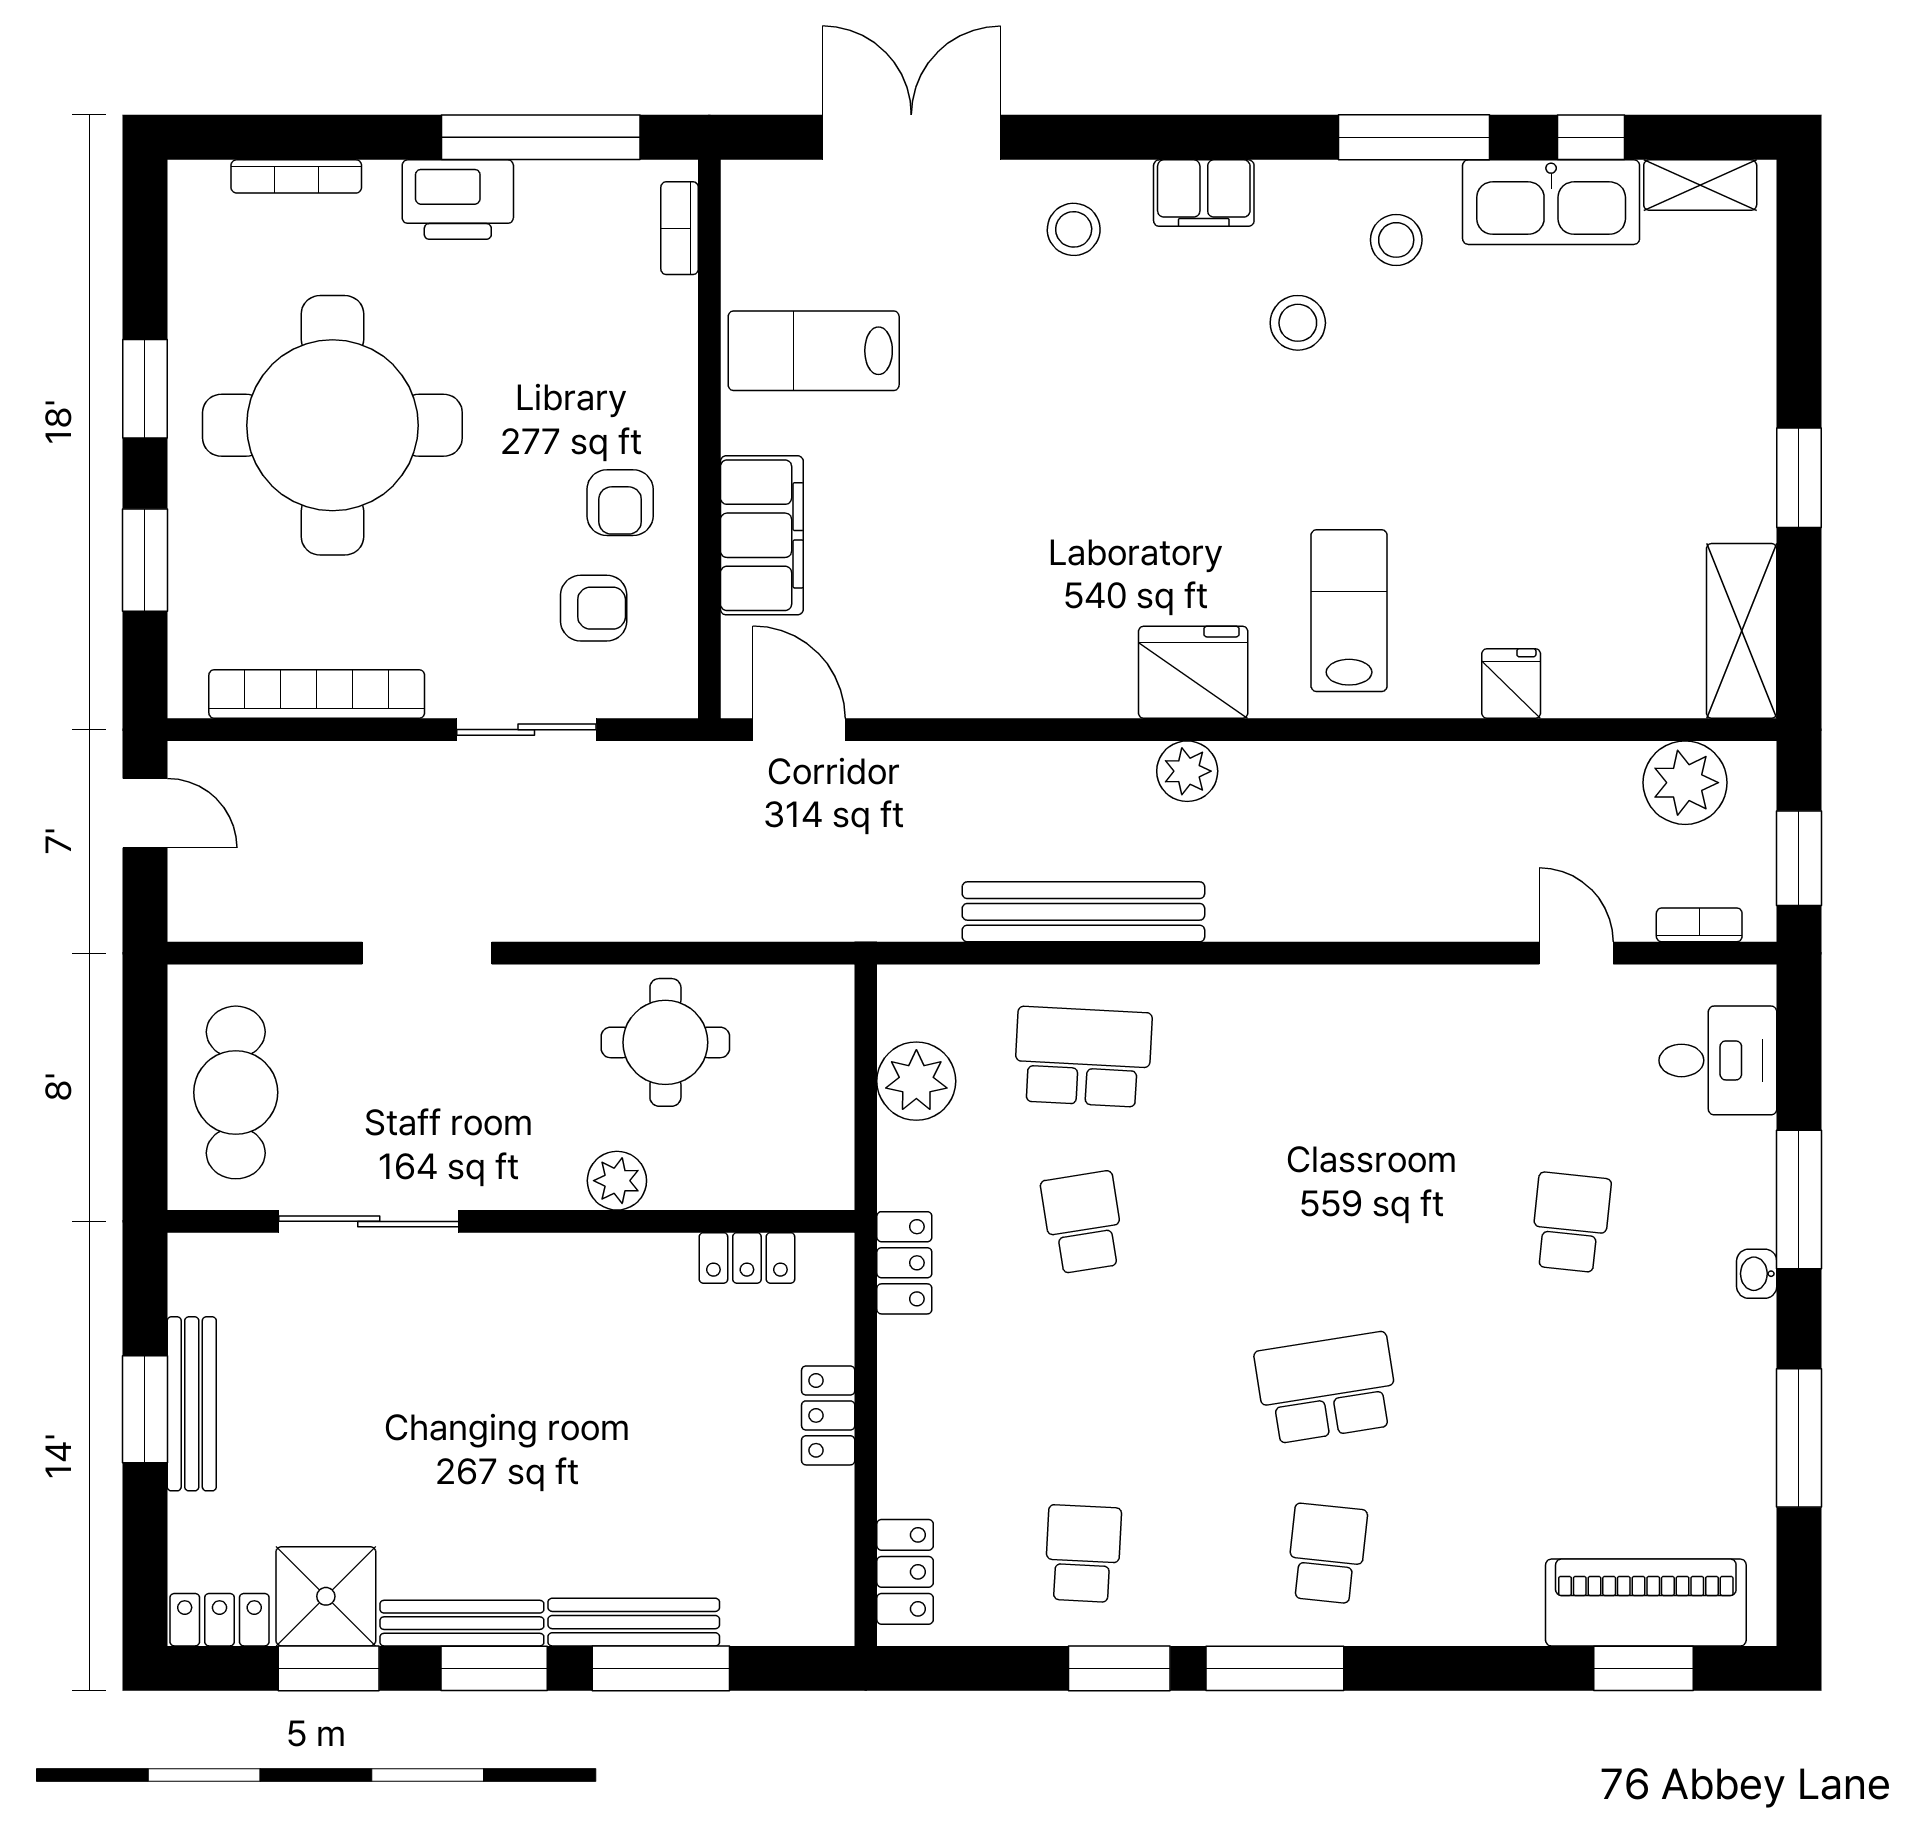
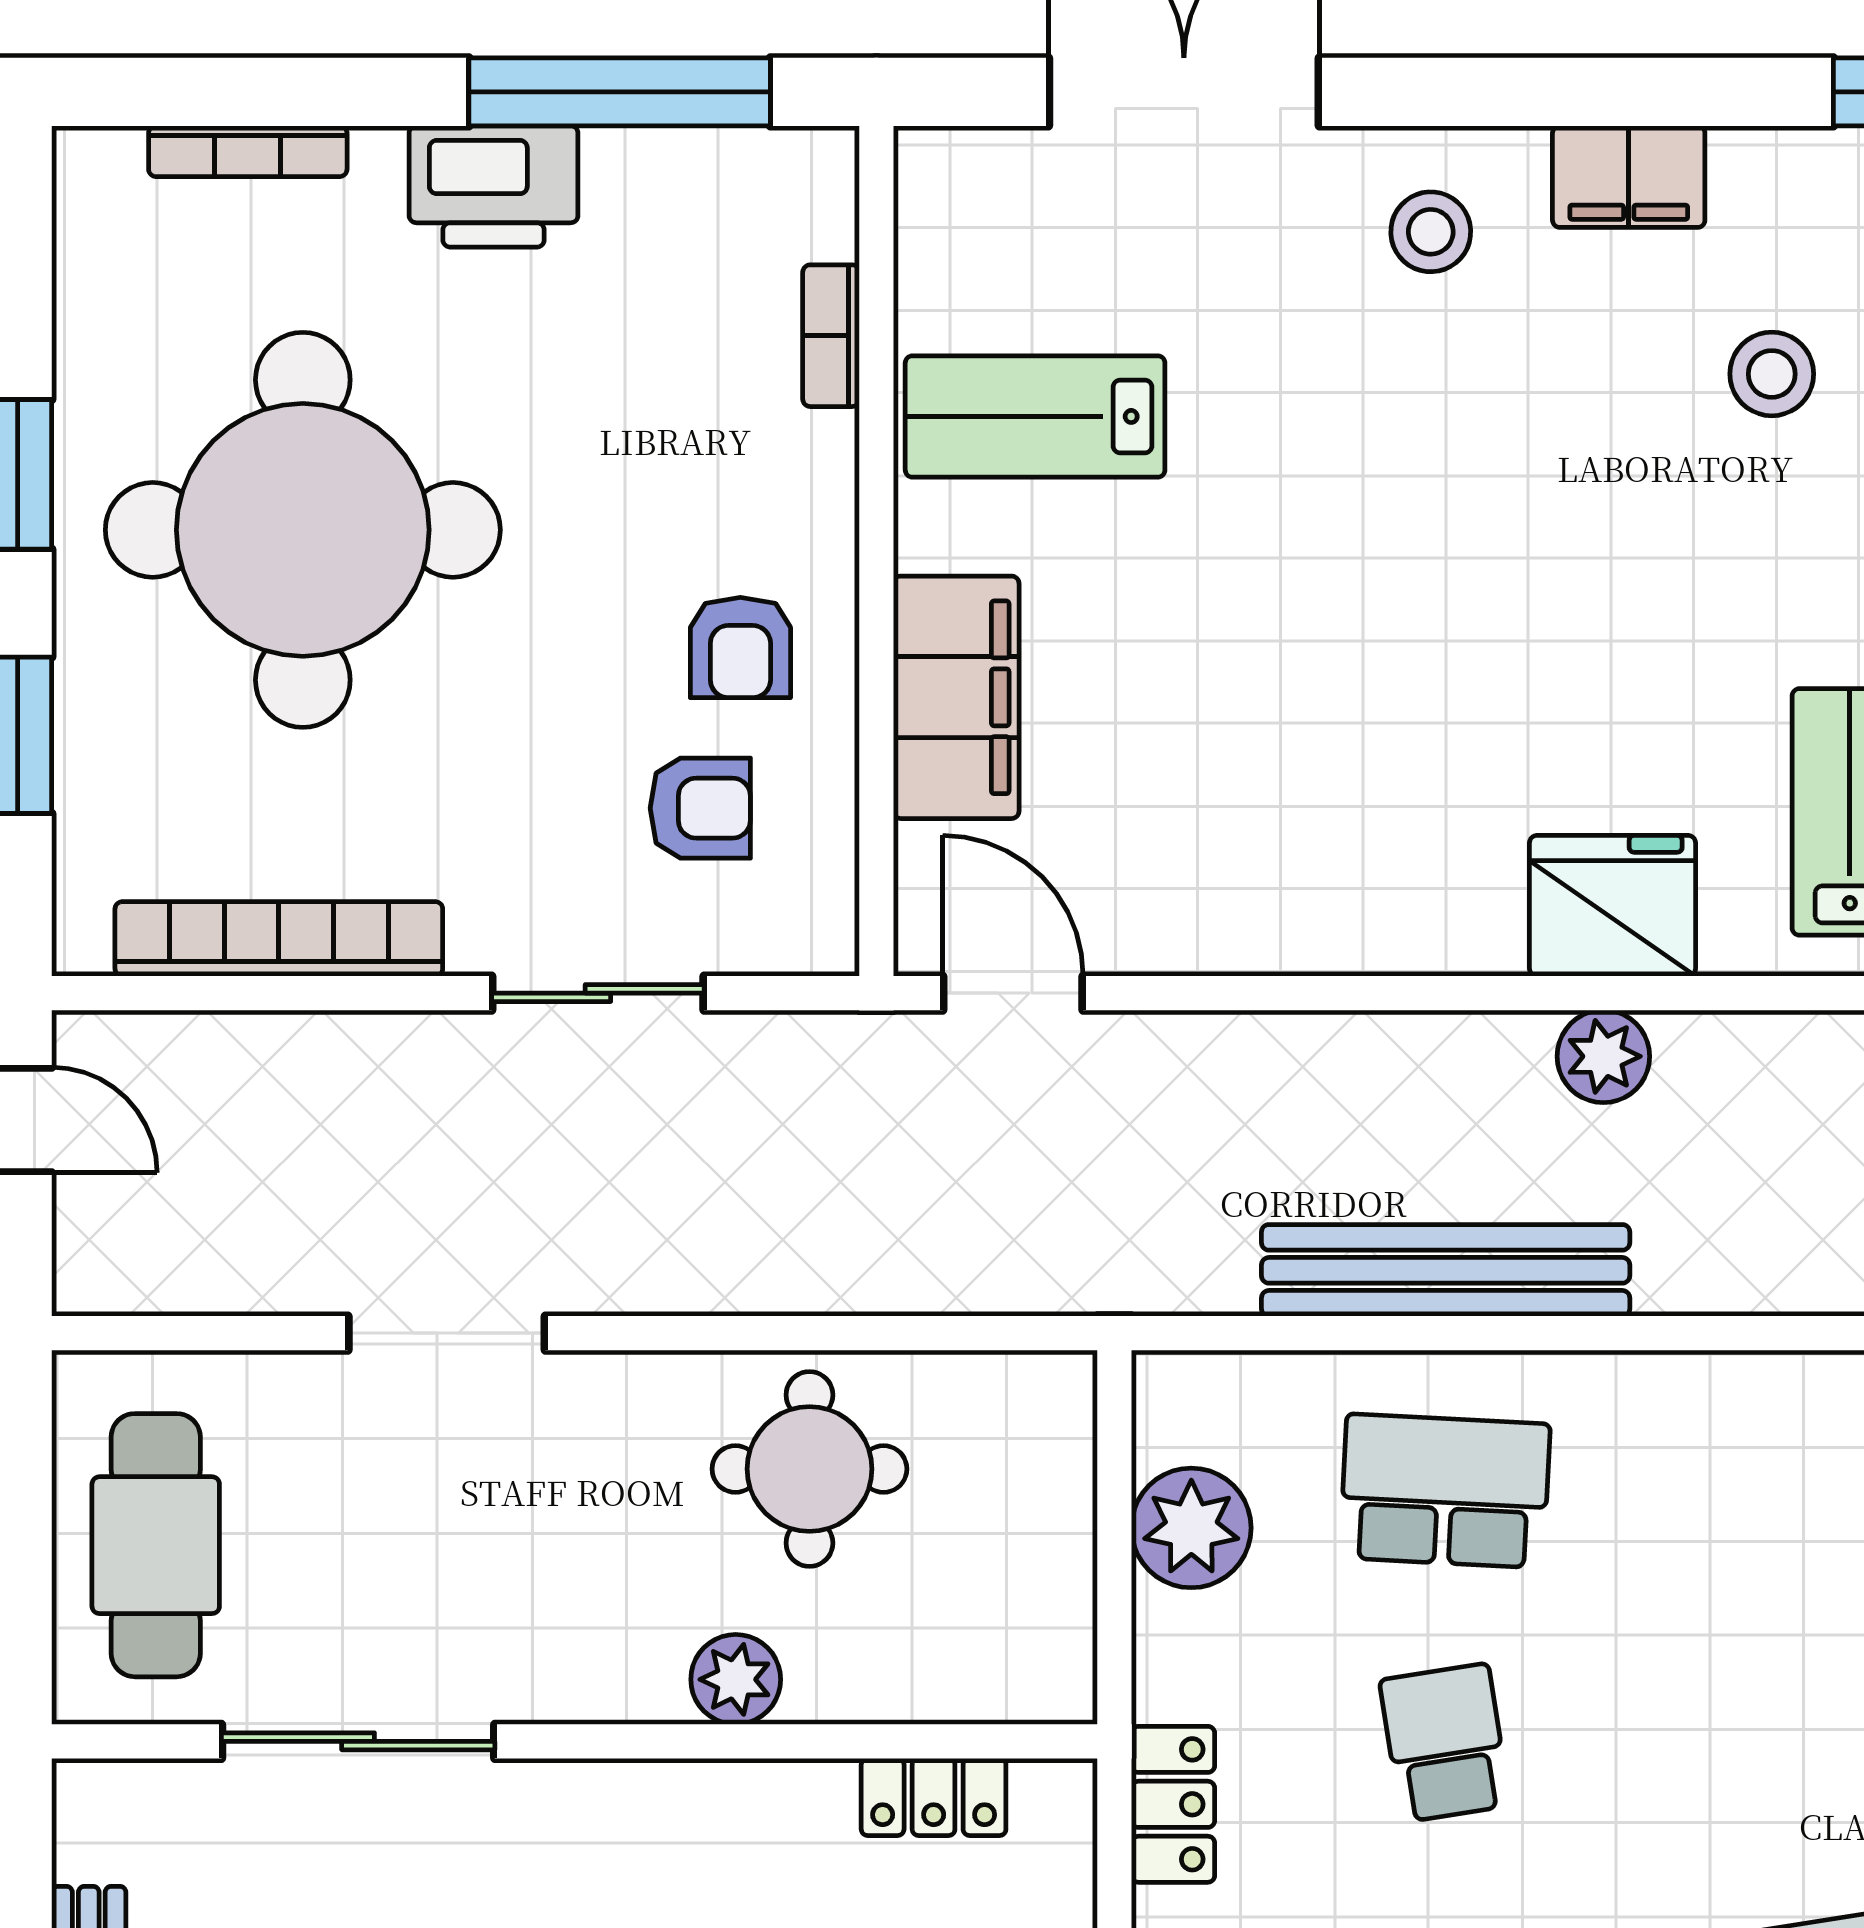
bookcase: (680, 228) -> (831, 336), moved

